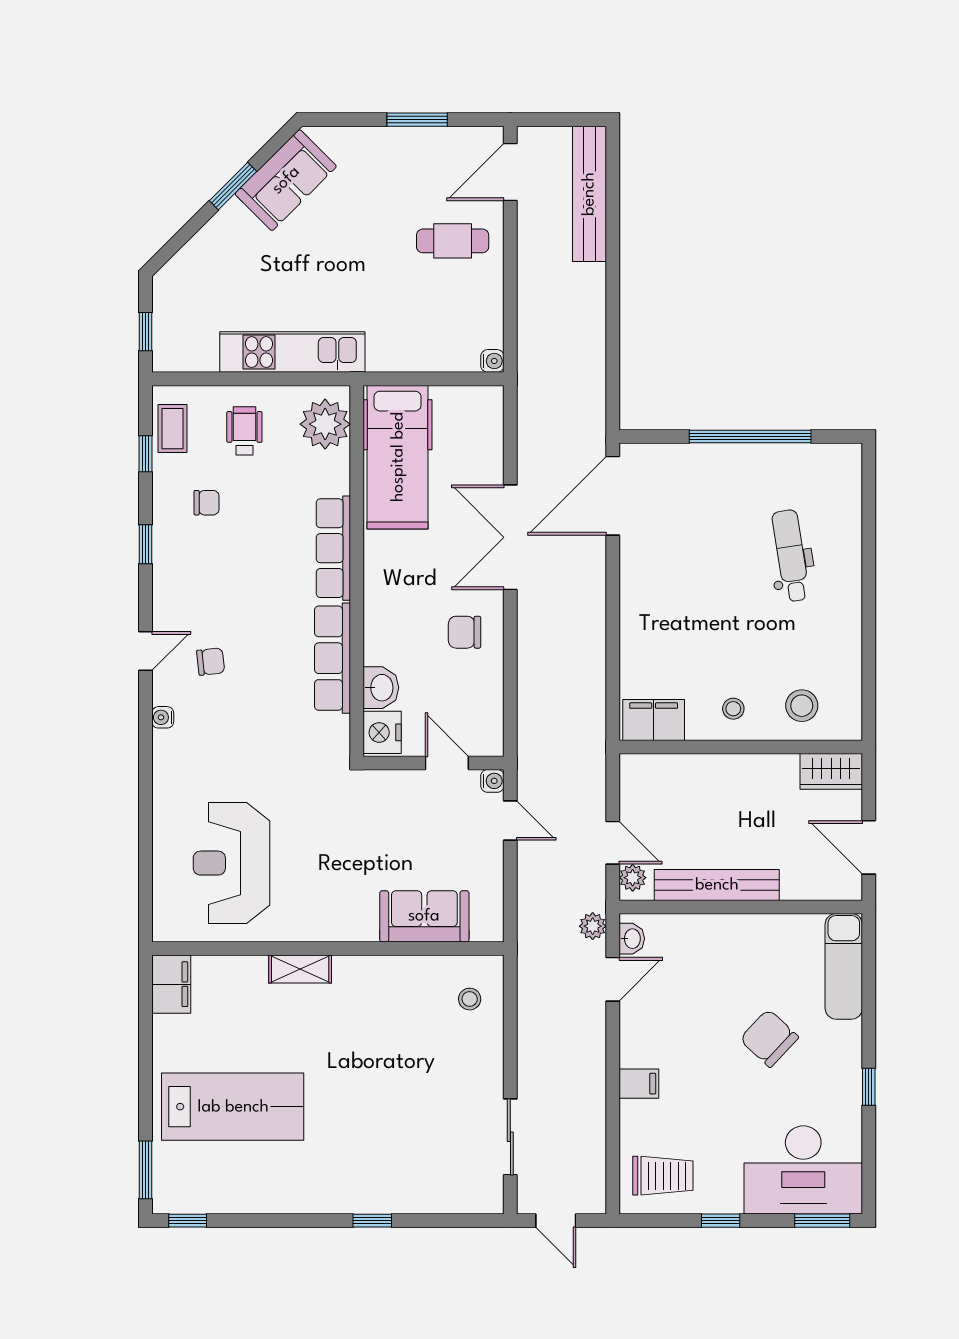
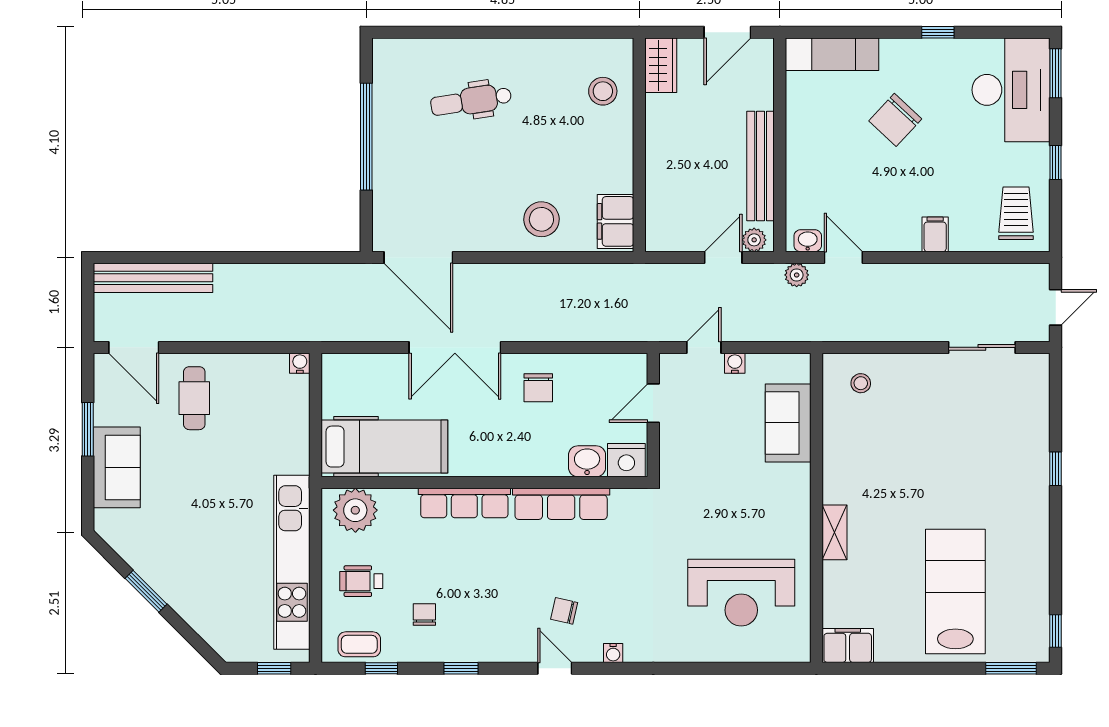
sofa: (286, 180) -> (117, 467), moved, turned 45
kitchen unit: (292, 352) -> (292, 562), width x1.36
chair: (211, 662) -> (564, 611), turned -71
stool: (733, 709) -> (541, 219), moved, width x1.89, depth x1.89
water cooler: (492, 781) -> (735, 363), moved

